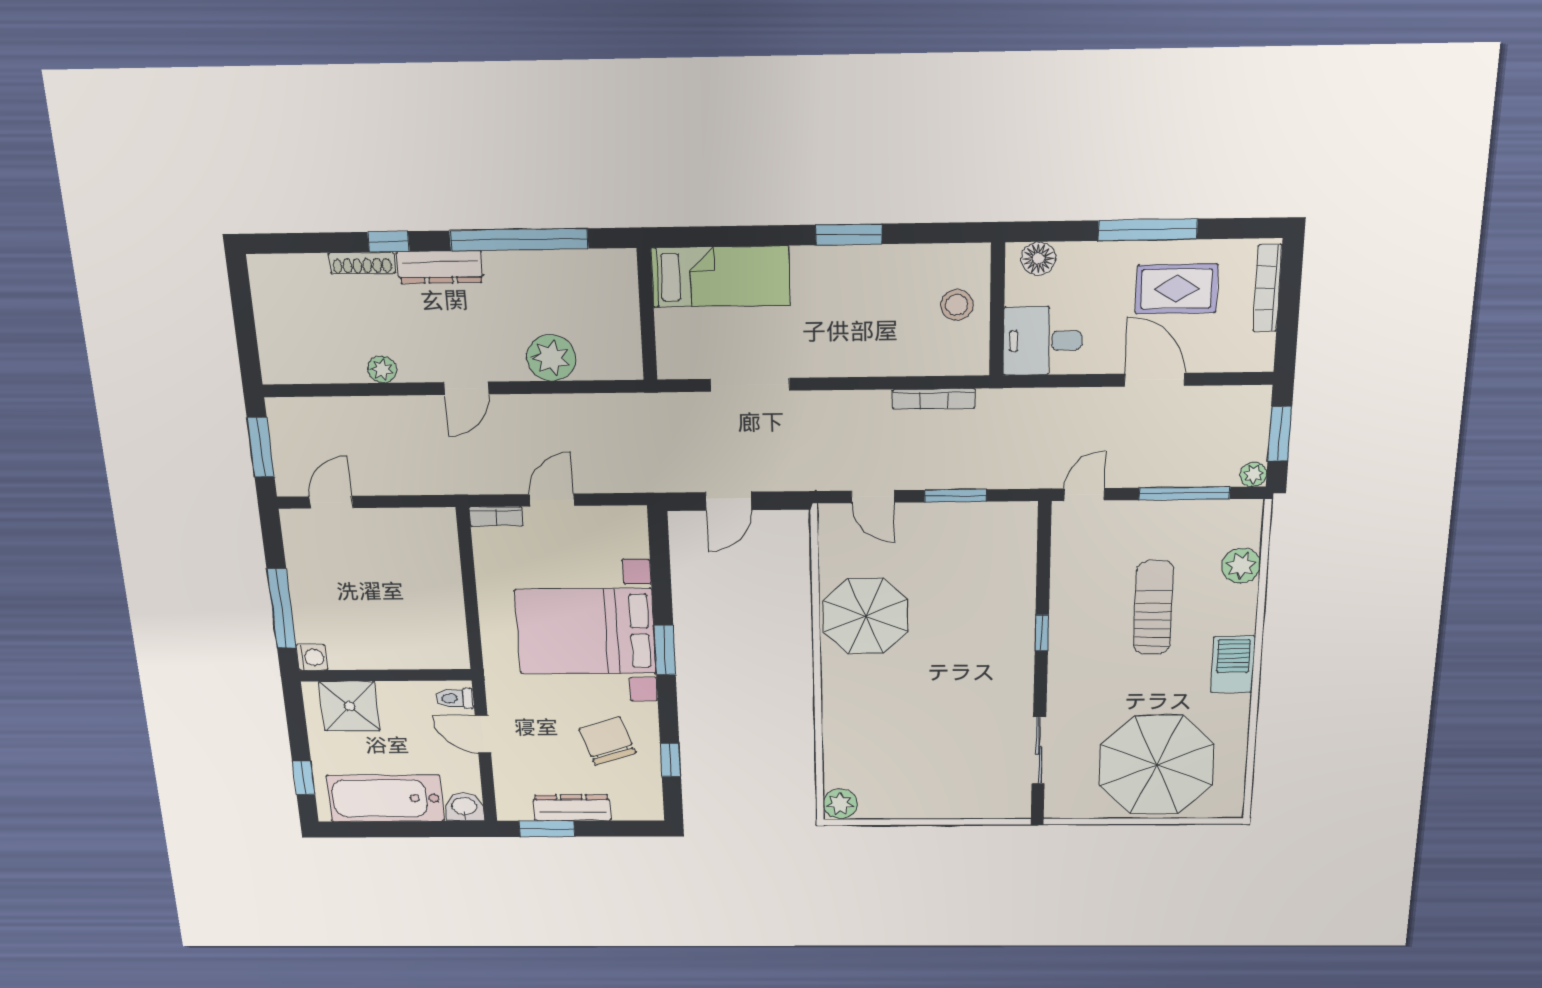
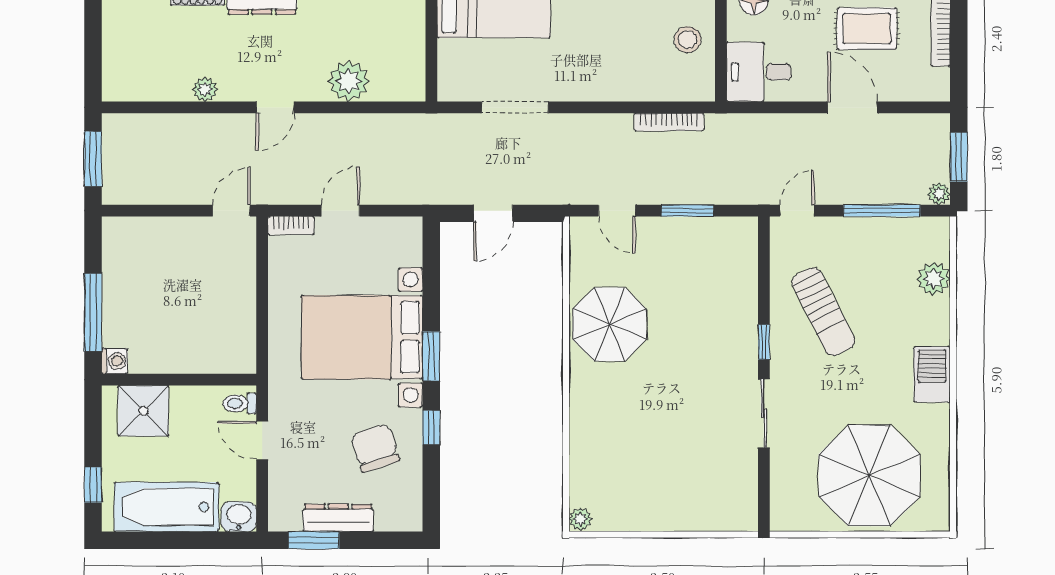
door: (331, 502) -> (231, 211), moved
sun lounger: (1154, 608) -> (823, 312), moved, turned 153
sliding door: (1039, 751) -> (764, 413), moved
window: (671, 760) -> (431, 428), moved
plant: (840, 804) -> (580, 519), width x0.73, depth x0.73

